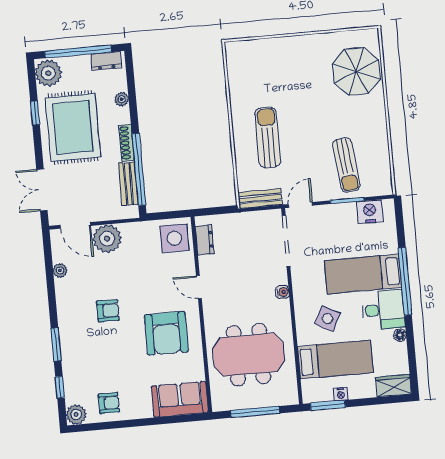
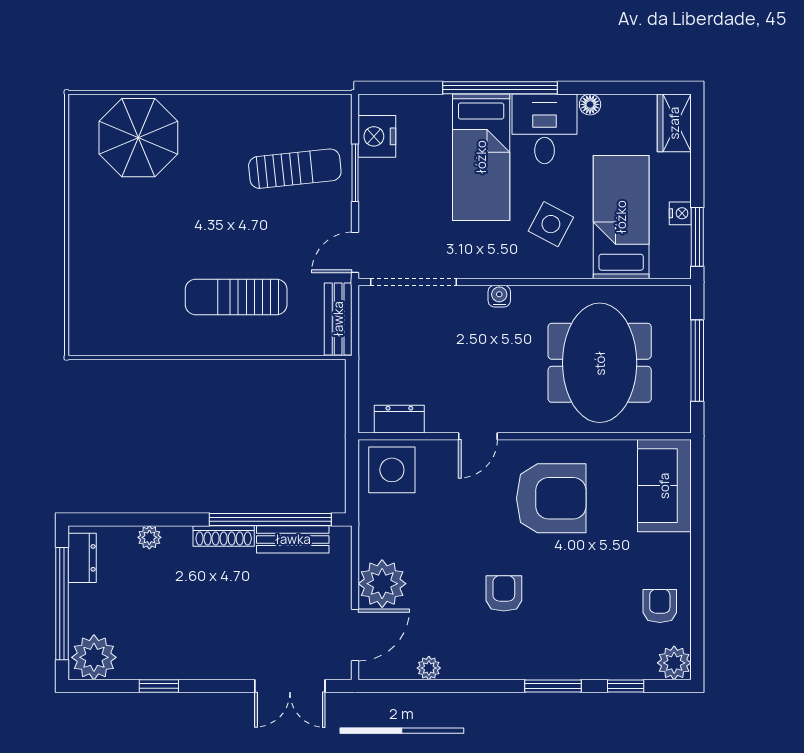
rug: (73, 127) -> (189, 624), removed
door: (300, 205) -> (355, 252), hinge flipped

